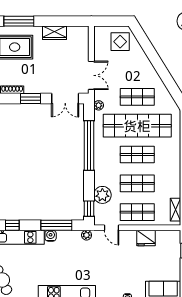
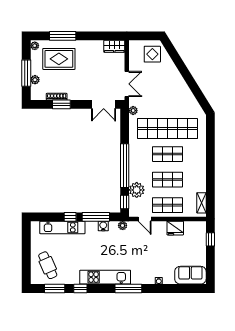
wardrobe: (55, 33) -> (114, 46), moved
shop shelf: (137, 97) -> (167, 103), removed
window: (30, 98) -> (61, 104), moved
window: (89, 145) -> (125, 166), moved
window: (12, 225) -> (70, 217), moved
water cooler: (51, 236) -> (103, 226), moved

